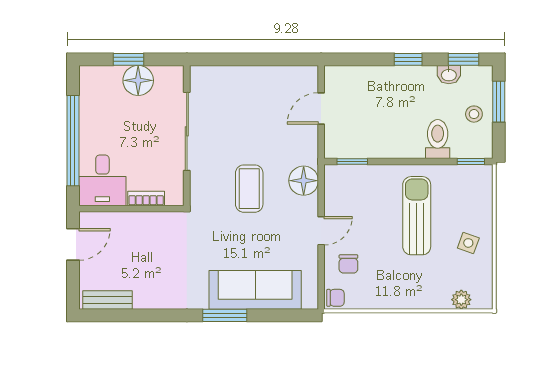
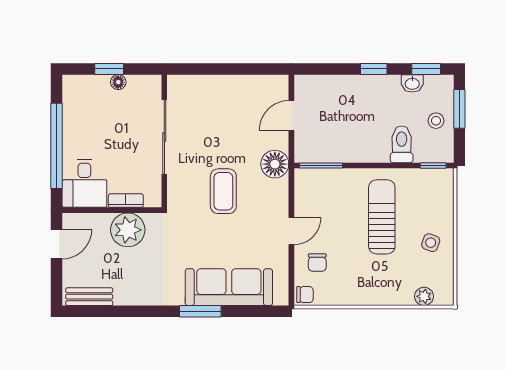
floor lamp: (138, 80) -> (118, 82), width x0.53, depth x0.53
window: (352, 161) -> (321, 166), width x1.50
floor lamp: (304, 181) -> (275, 164), moved
plant: (148, 229) -> (128, 230), added

